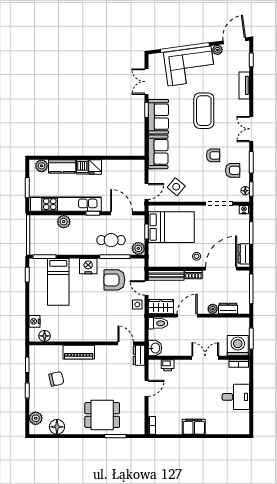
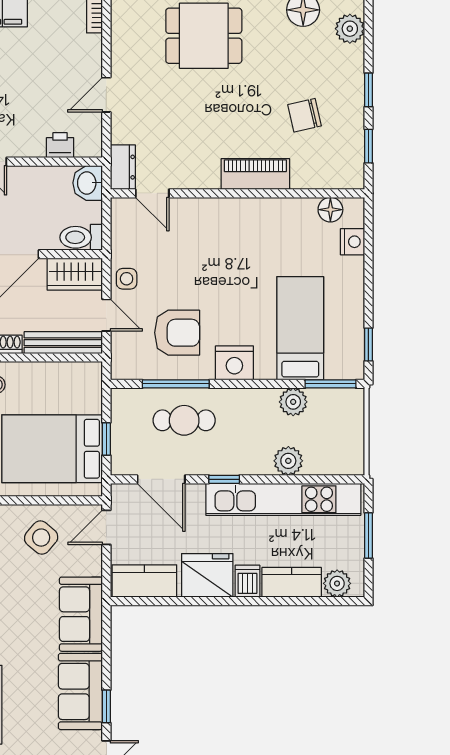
fridge: (95, 167) -> (207, 575), width x1.88, depth x1.34
kitchen counter: (129, 167) -> (144, 581), added
plant: (138, 248) -> (293, 402), moved

